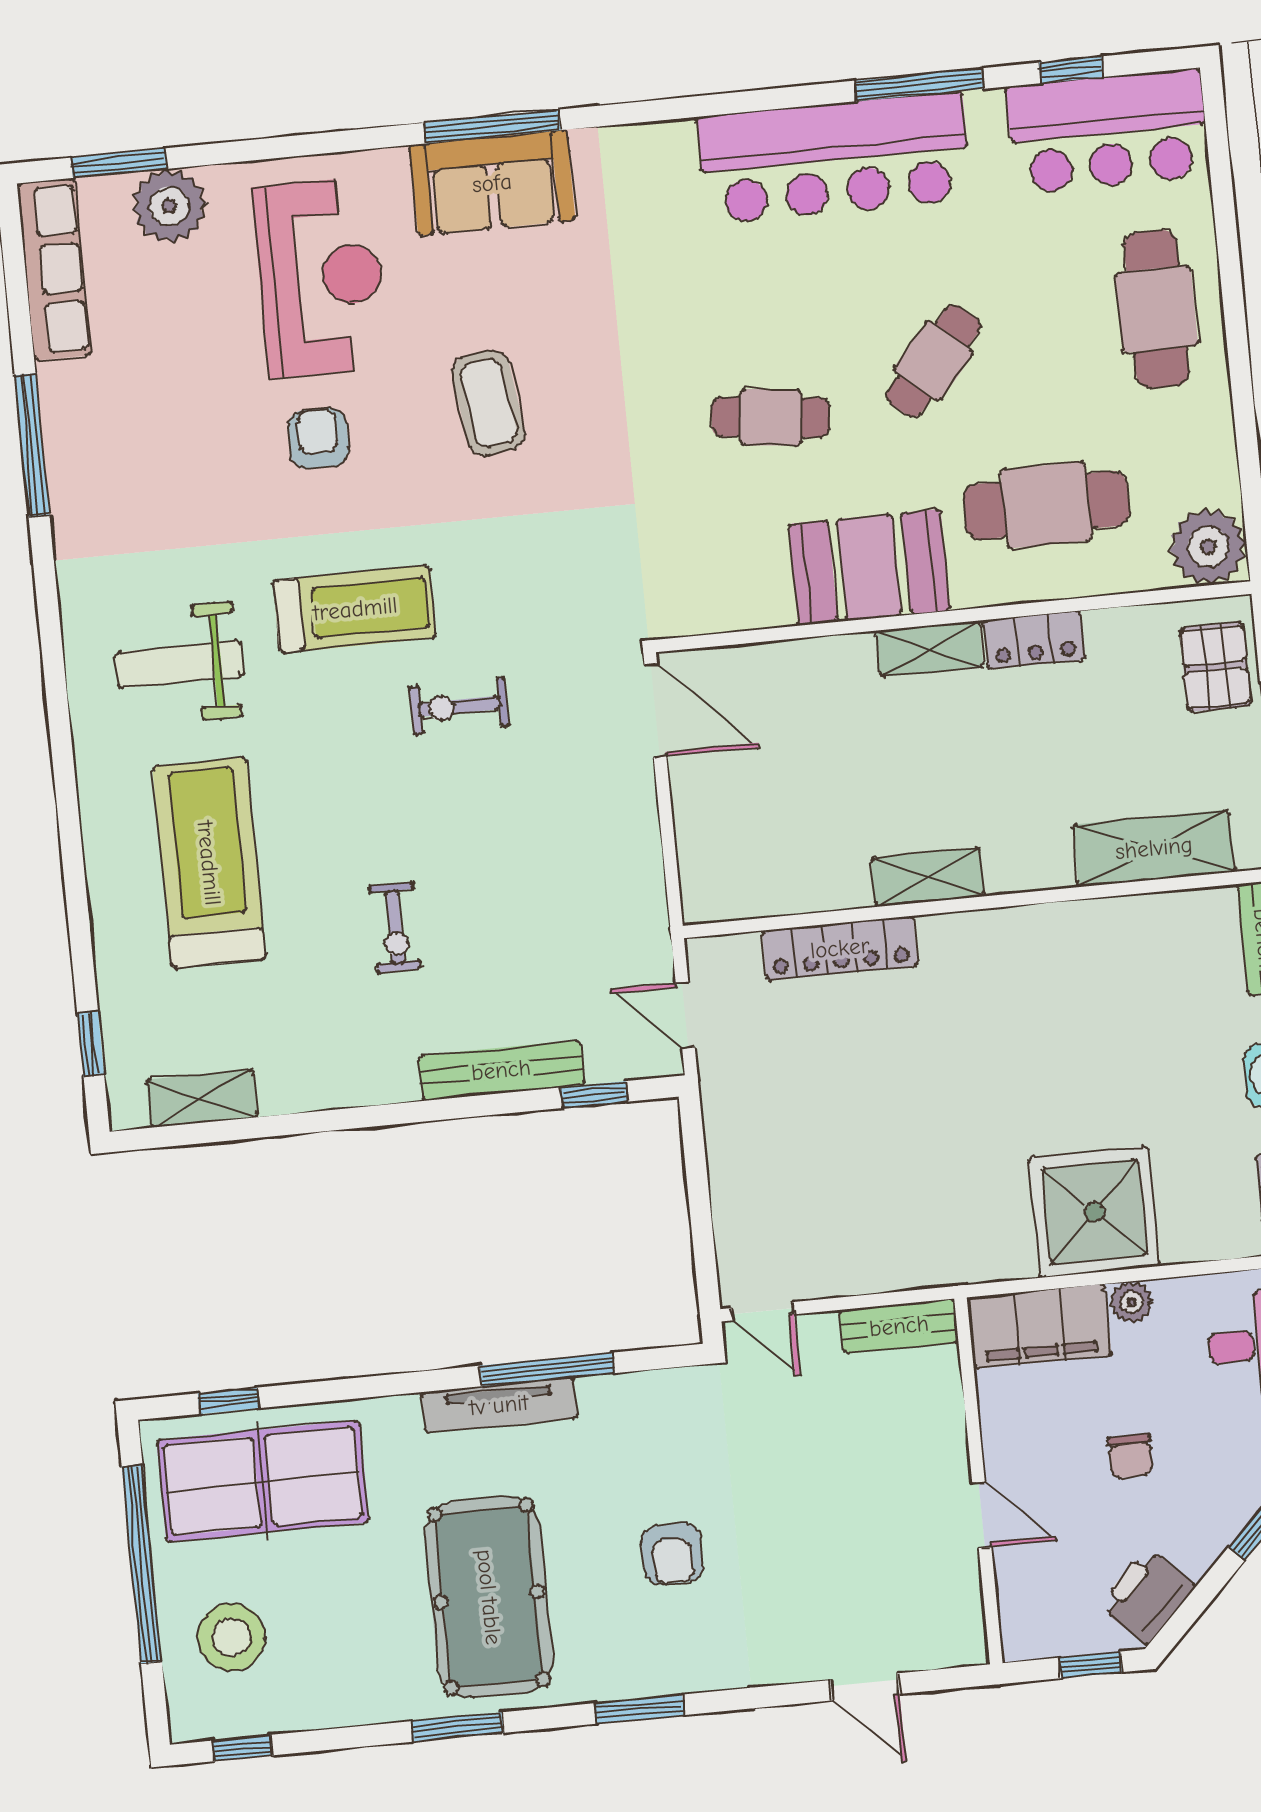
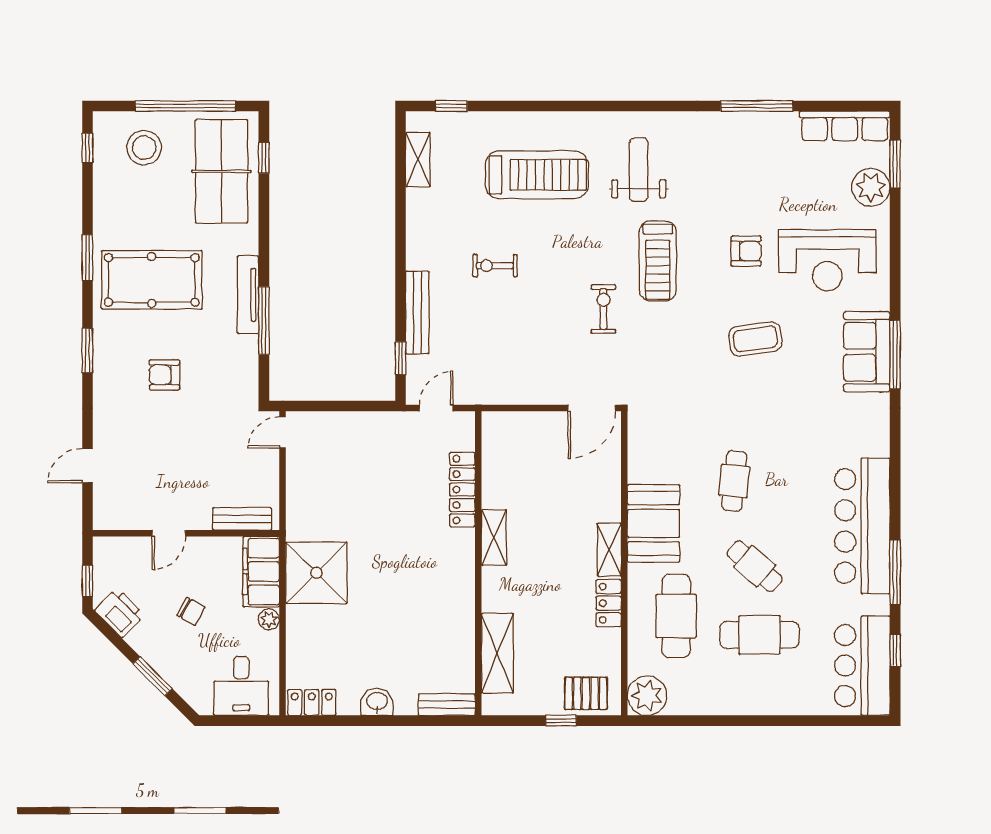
cafe table: (1157, 309) -> (759, 635), moved
shower: (1094, 1212) -> (316, 573), moved
bench: (899, 1326) -> (242, 519), moved, turned 90
chair: (1131, 1456) -> (191, 611), turned -151

